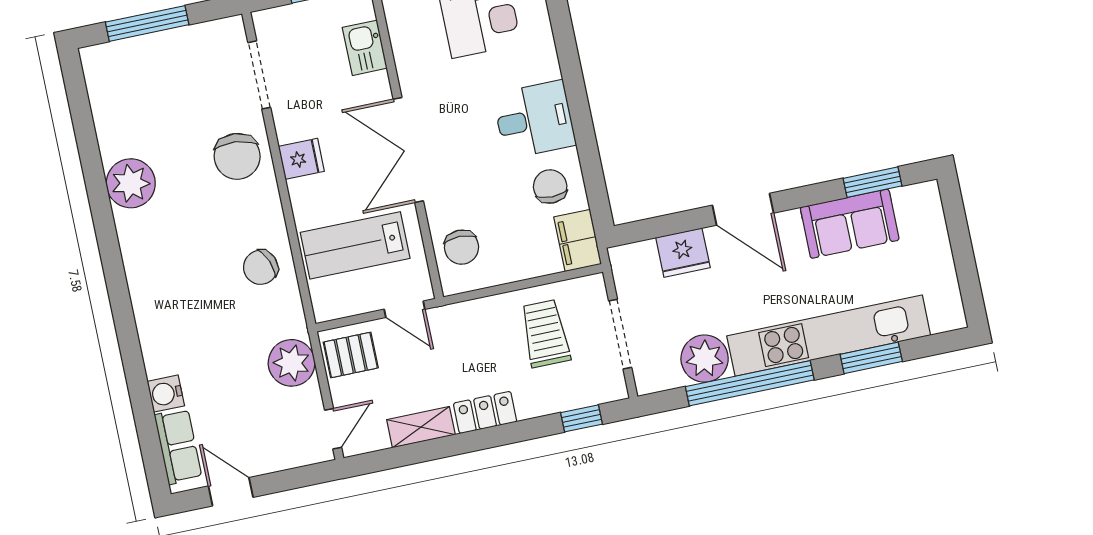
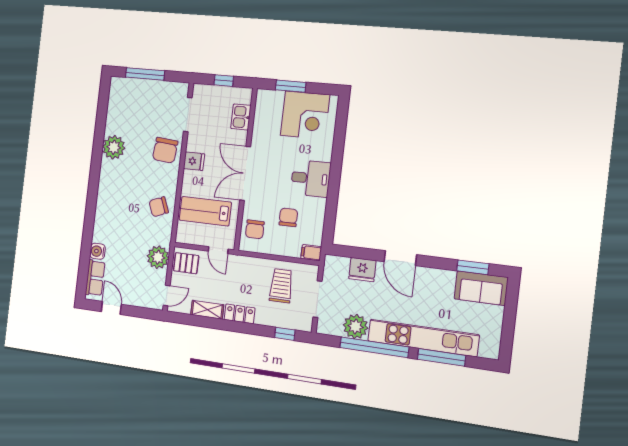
chair: (550, 186) -> (288, 217), moved
sofa: (850, 224) -> (481, 288), moved
filing cabinet: (578, 241) -> (311, 253), width x0.50
window: (871, 358) -> (441, 357), width x1.44

